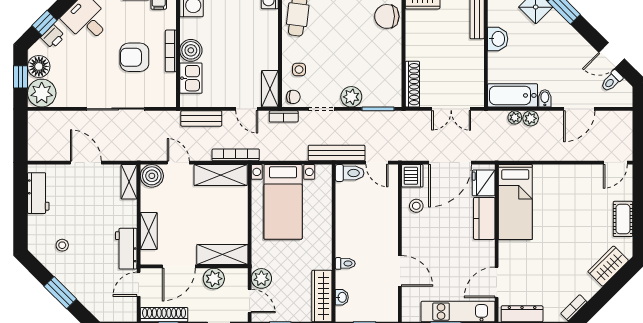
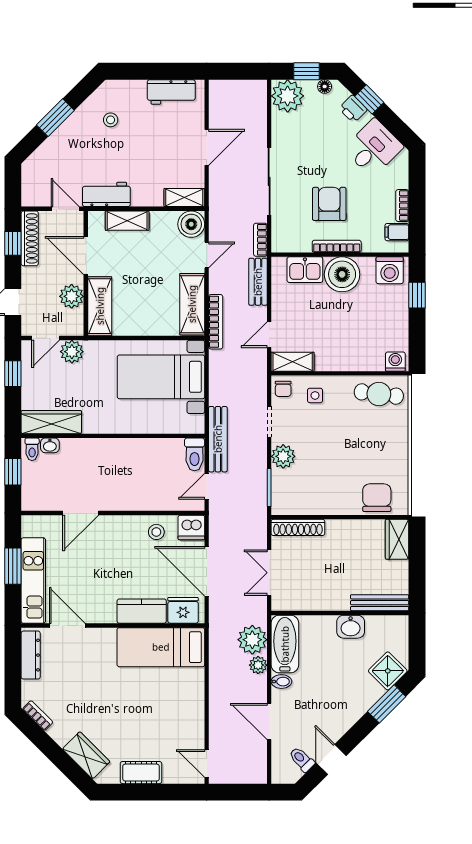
boiler: (191, 50) -> (342, 274), width x1.37, depth x1.37
floor lamp: (39, 66) -> (325, 86), width x0.53, depth x0.53
bookcase: (284, 116) -> (260, 240), moved
plant: (515, 117) -> (252, 640), width x1.88, depth x1.88
toilet: (345, 263) -> (32, 449), moved

